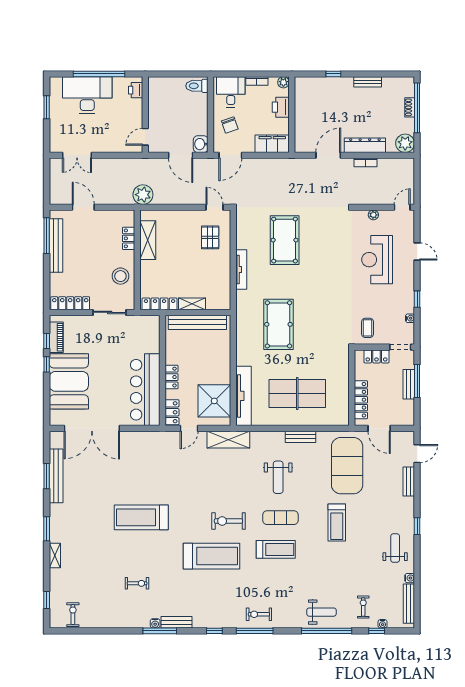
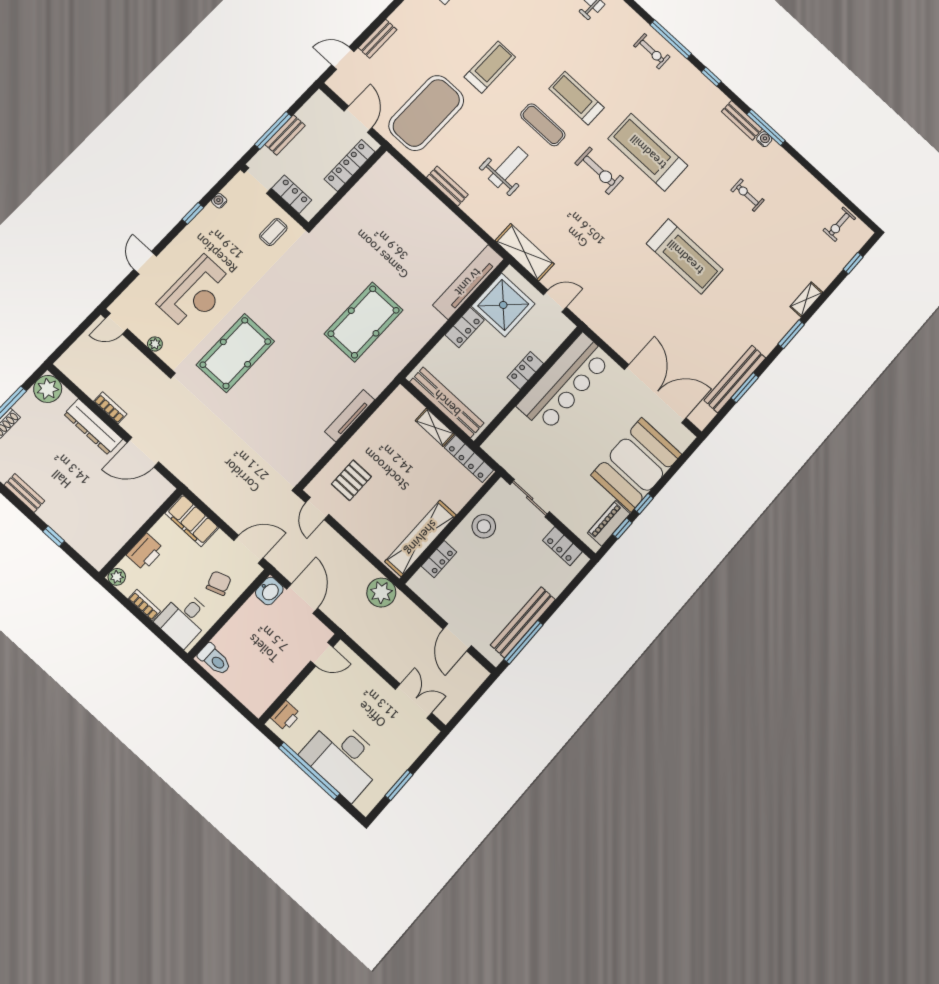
shelving: (148, 240) -> (421, 538), width x1.47
pool table: (285, 240) -> (235, 353), moved
locker: (70, 303) -> (562, 546), width x0.66
table tennis table: (297, 394) -> (410, 233), removed
locker: (172, 412) -> (465, 327), moved, turned 180

